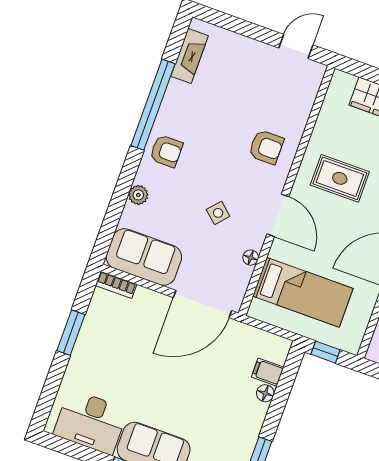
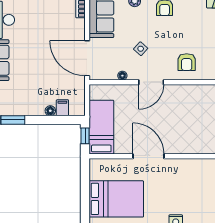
rug: (340, 178) -> (184, 109), removed
bed: (303, 292) -> (101, 127), moved, turned 180

